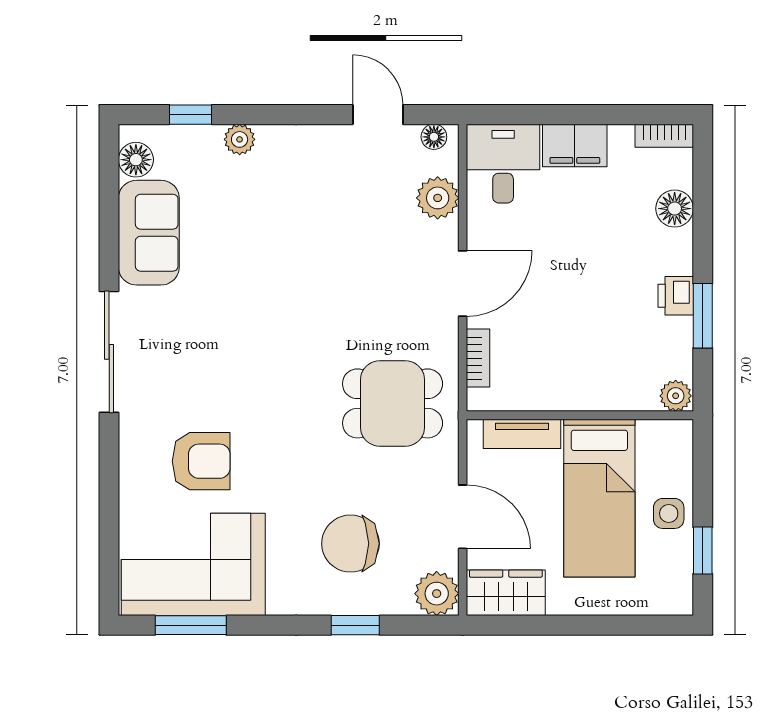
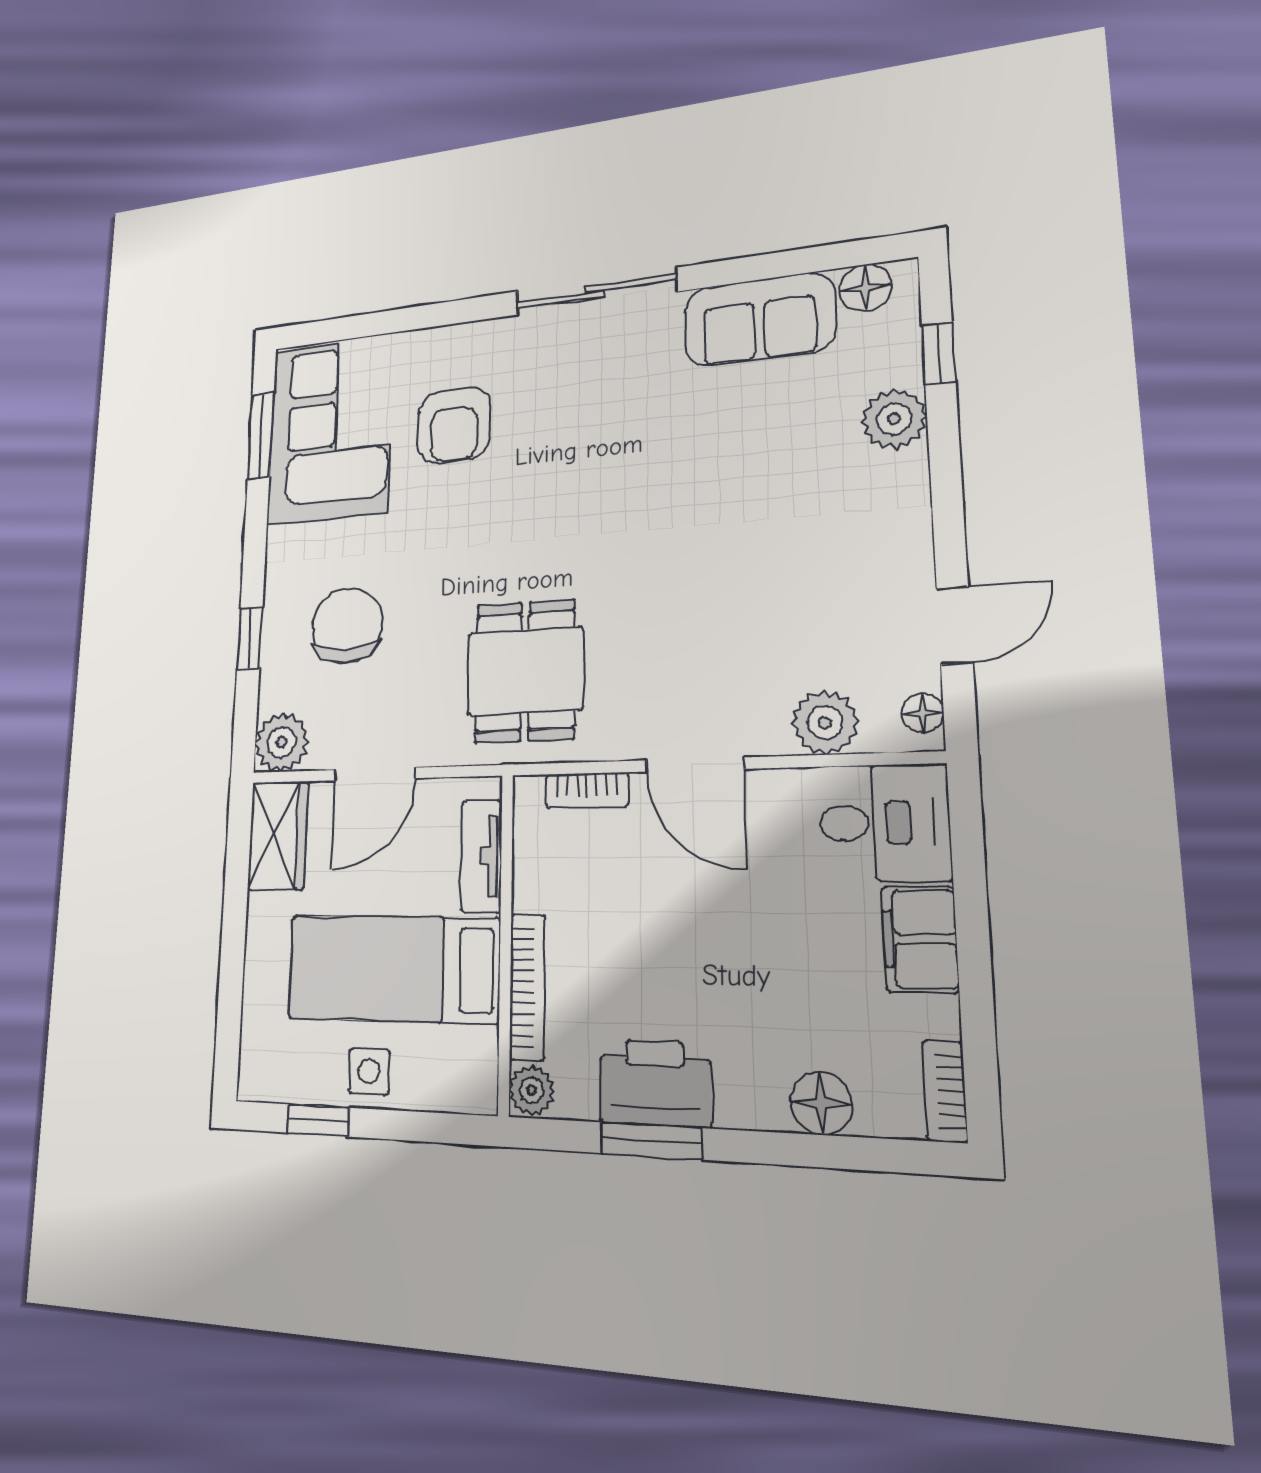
plant: (240, 139) -> (894, 419), width x1.38, depth x1.38
printer: (676, 296) -> (655, 1083), width x1.87, depth x1.48
bookcase: (609, 399) -> (527, 987), added

